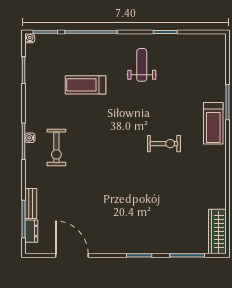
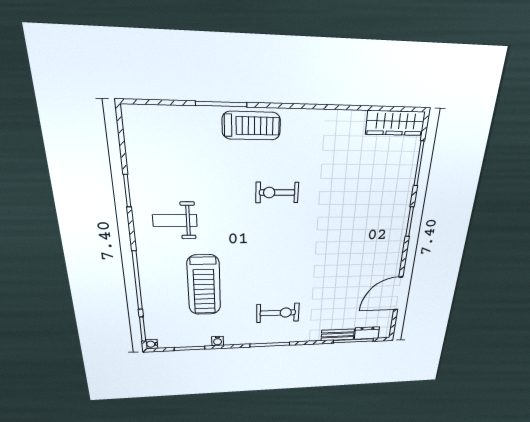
treadmill: (85, 85) -> (204, 285), width x1.37, depth x1.38
water cooler: (30, 138) -> (218, 341), moved
exercise bike: (164, 144) -> (277, 193), turned -90

